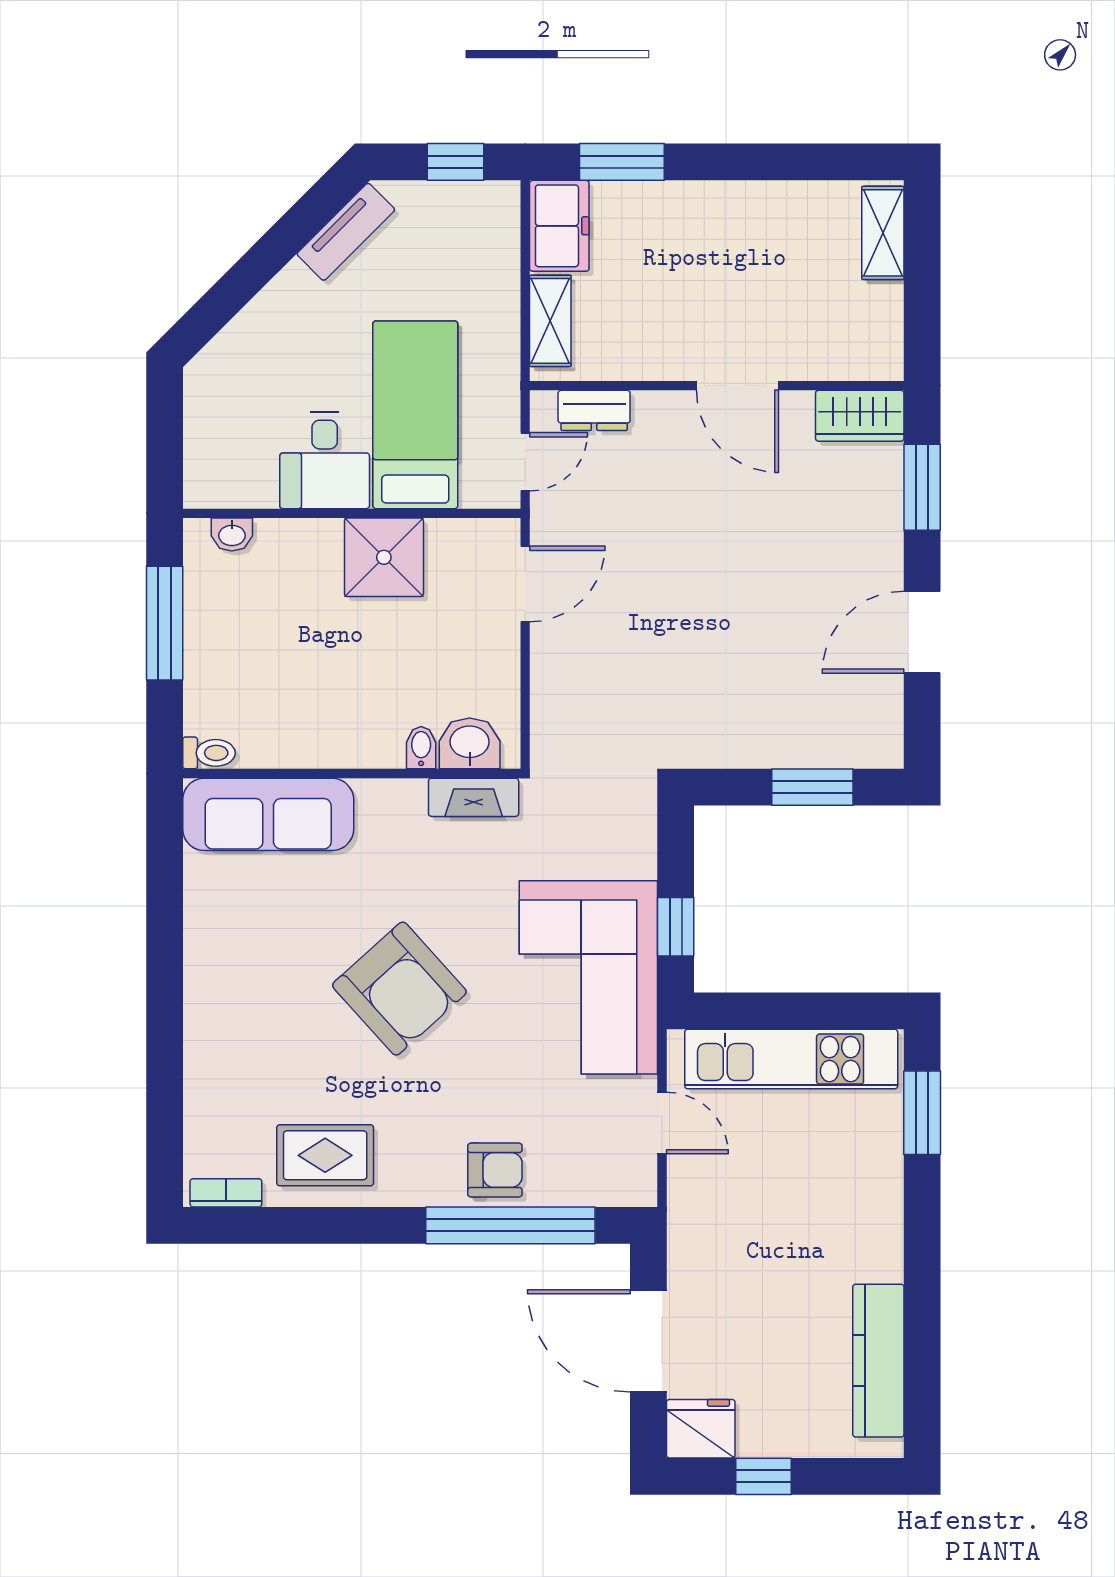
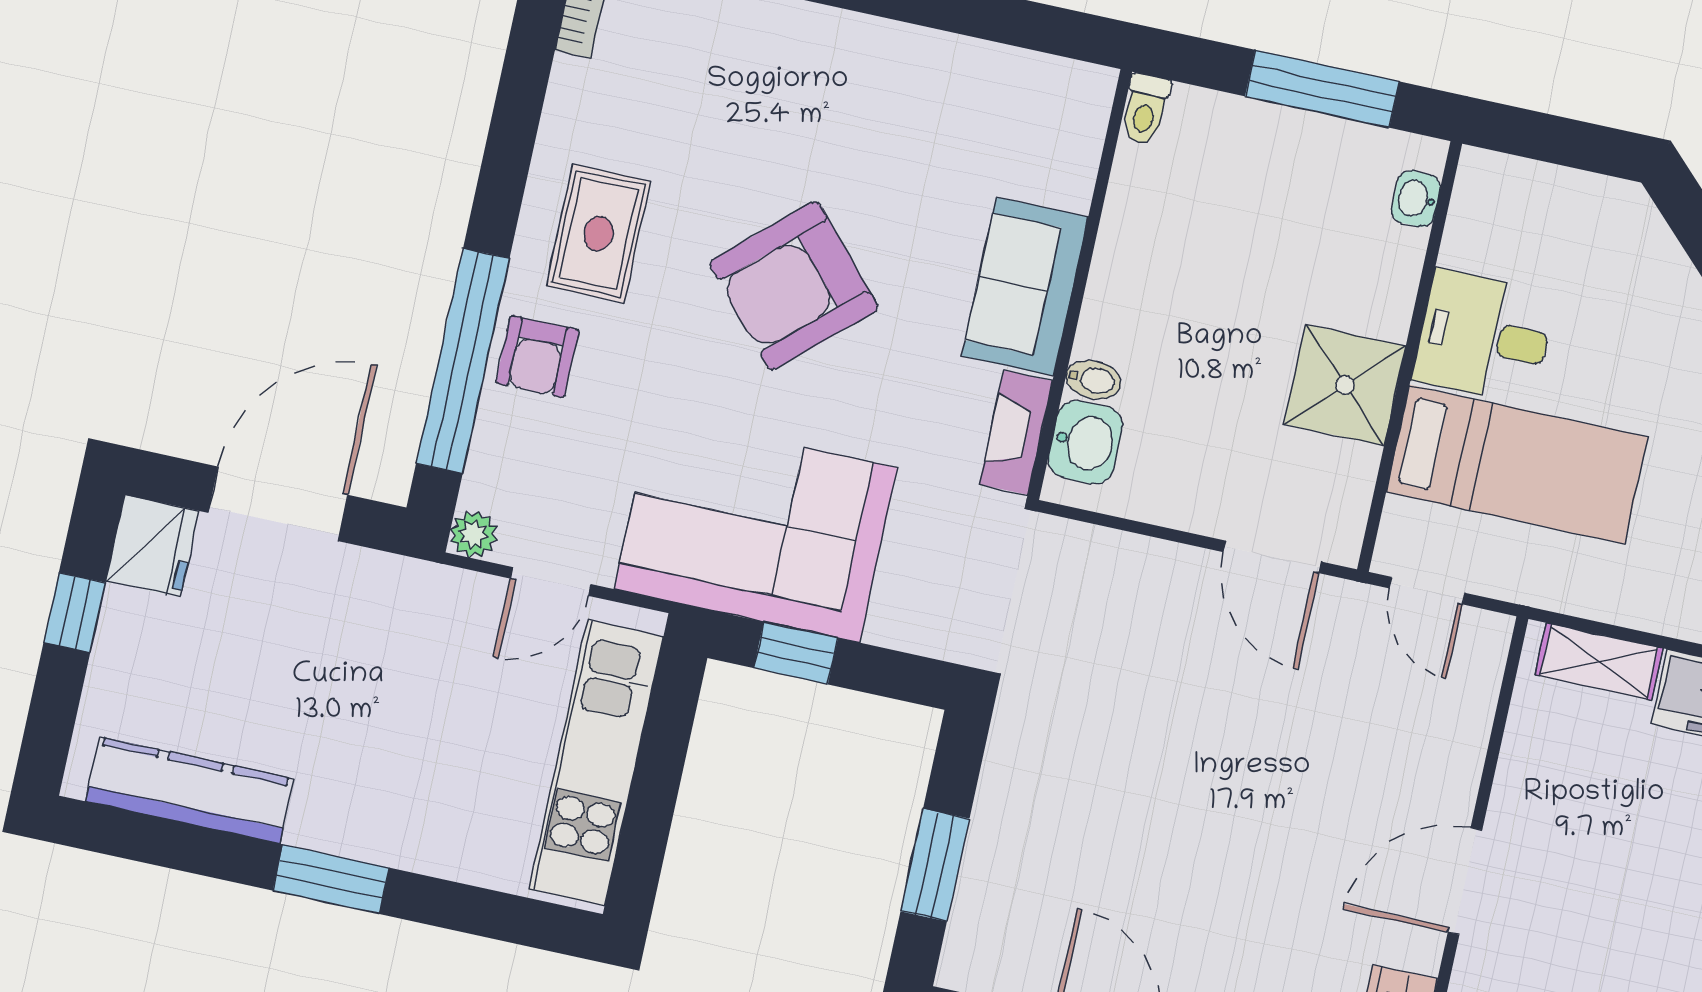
dresser: (594, 410) -> (1473, 692), removed
sofa: (268, 814) -> (1025, 287), moved, width x0.73
window: (922, 1113) -> (331, 879), moved
rug: (325, 1155) -> (598, 234), moved
plant: (639, 1189) -> (474, 534), added

